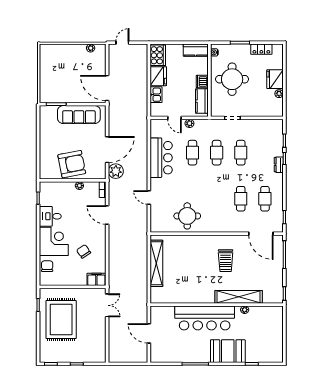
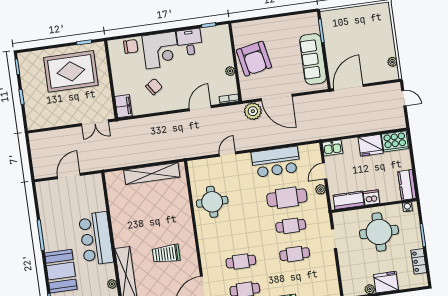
kitchen sink: (156, 95) -> (332, 148), moved
cafe table: (192, 153) -> (287, 198), width x1.37, depth x1.35
bar counter: (205, 318) -> (96, 239), width x0.73

